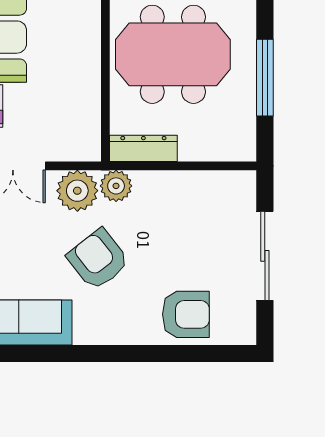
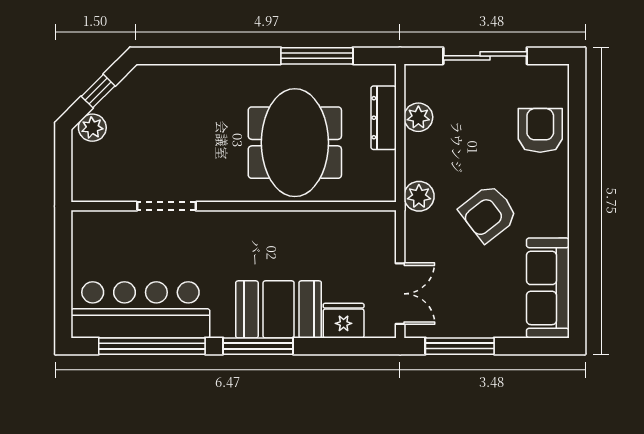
dresser: (143, 148) -> (384, 118), moved
plant: (77, 191) -> (418, 117), moved, width x0.73, depth x0.73

